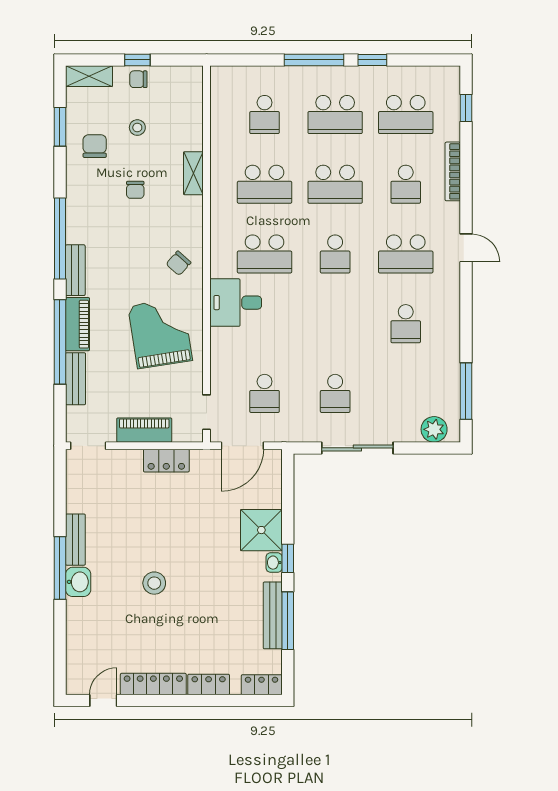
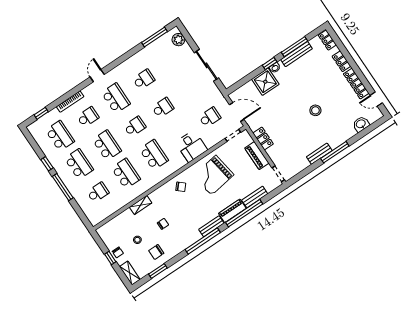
desk: (236, 303) -> (191, 146), moved
school desk: (335, 393) -> (163, 108), moved
washbasin: (78, 582) -> (361, 124), moved

